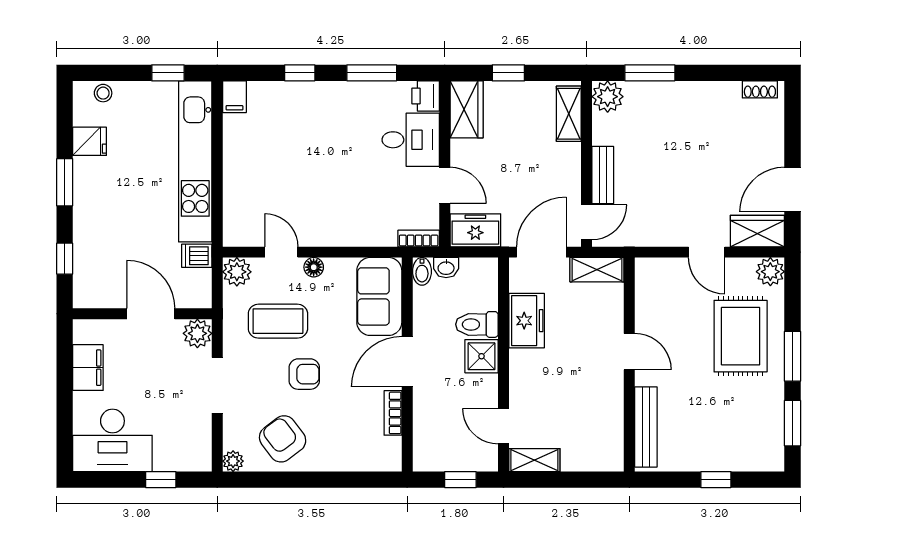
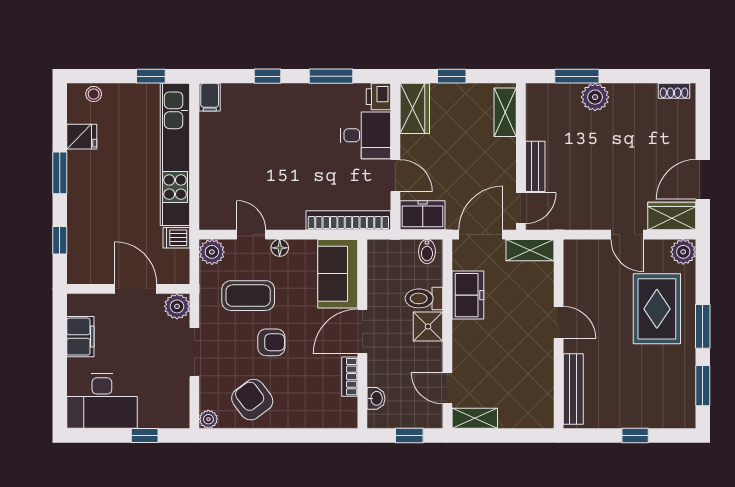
plant: (608, 97) -> (595, 97), moved
bookcase: (419, 239) -> (348, 220), width x2.31, depth x1.31
washbasin: (446, 268) -> (376, 398), moved, turned -90
bidet: (422, 271) -> (427, 252), moved

